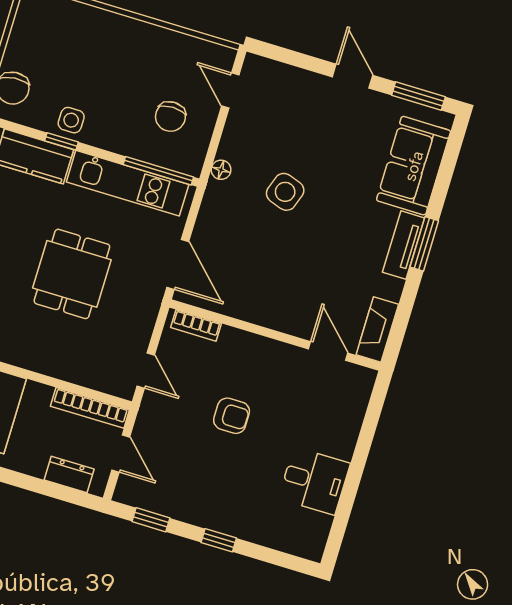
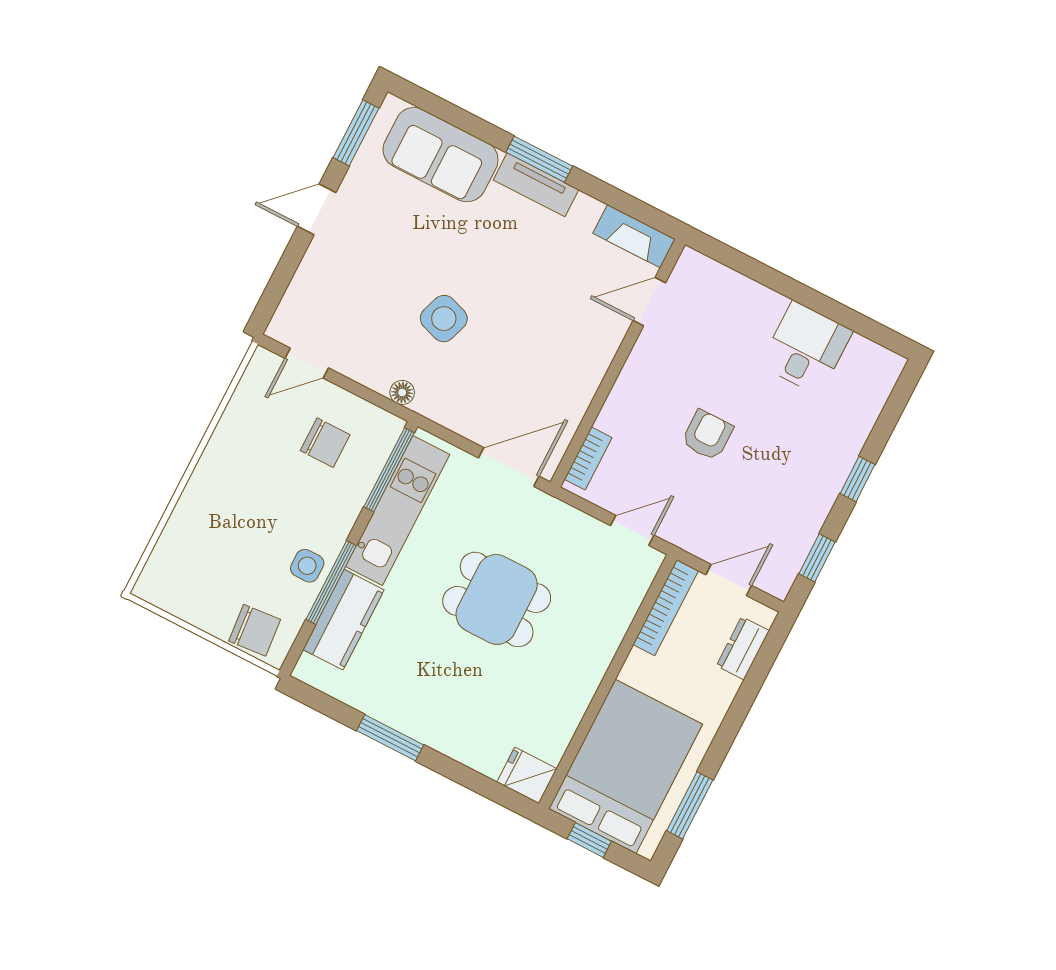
window: (61, 141) -> (331, 582), width x2.17

